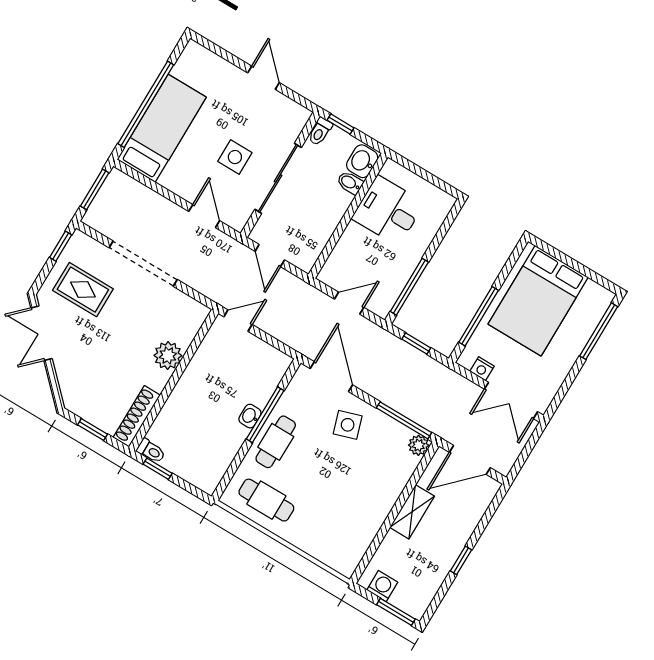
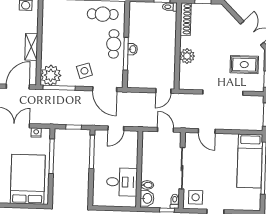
side table: (235, 157) -> (196, 197), moved
plant: (419, 445) -> (51, 75), width x1.88, depth x1.88

